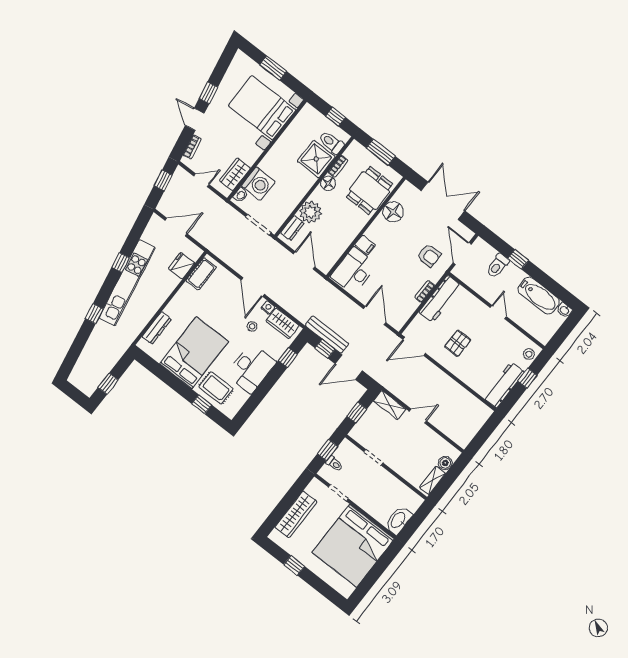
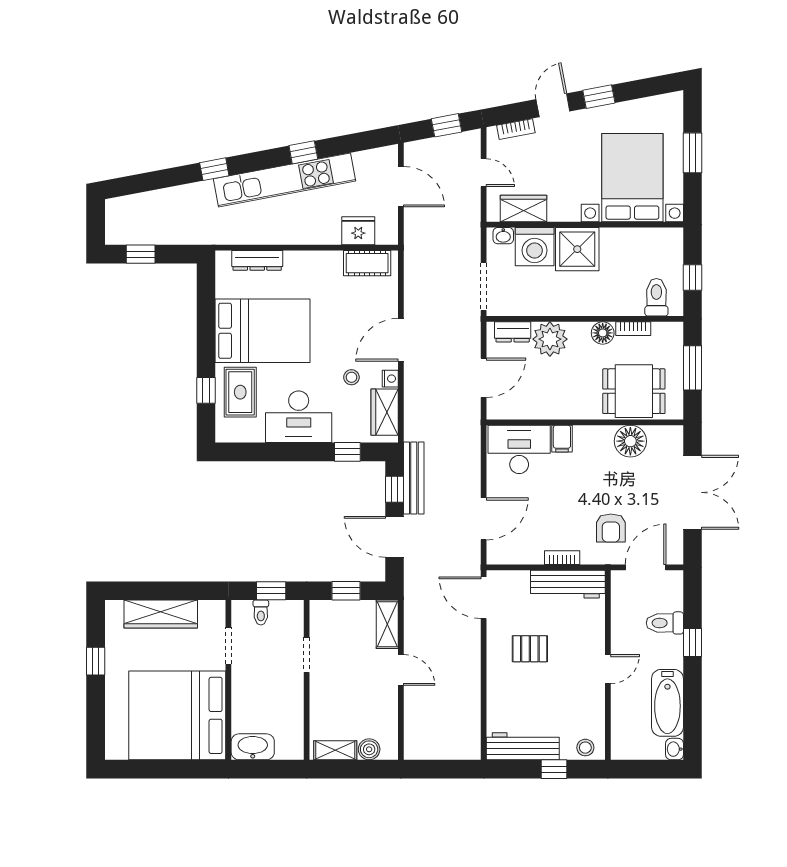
shower: (316, 159) -> (577, 249), moved

